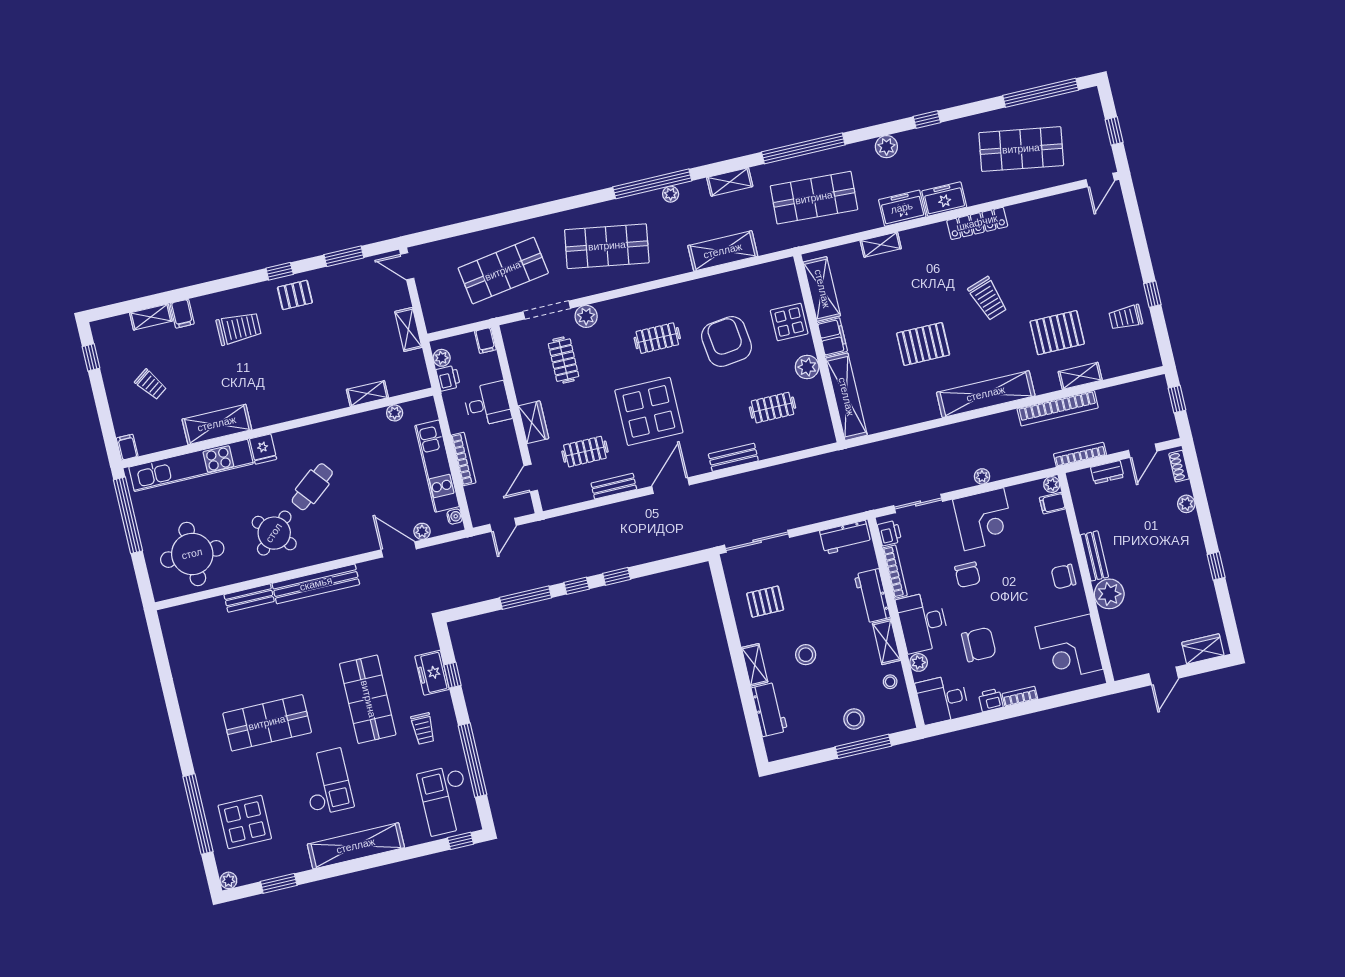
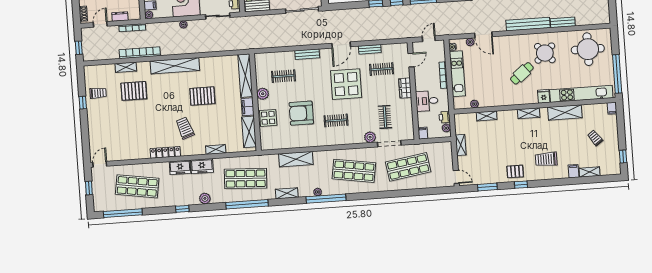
trolley: (988, 299) -> (185, 128), moved
armchair: (726, 341) -> (301, 113), turned 97
shelving: (287, 412) -> (529, 113), added

